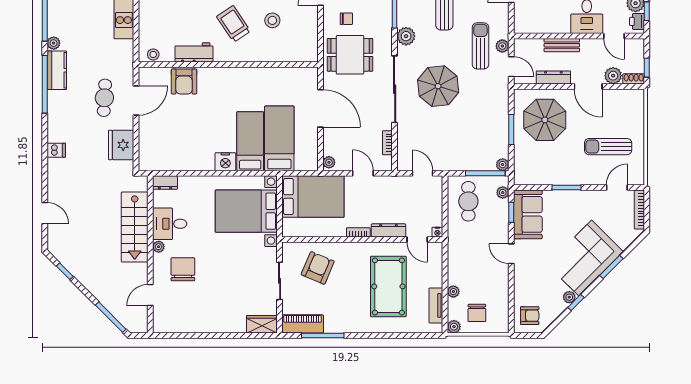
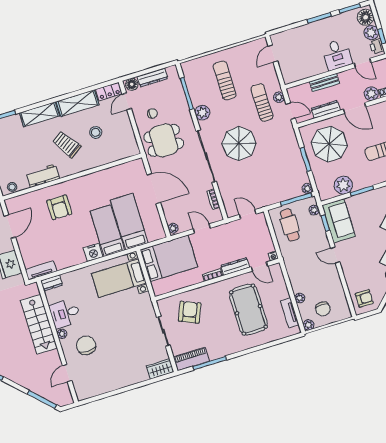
armchair: (184, 82) -> (59, 207), moved
tv unit: (157, 164) -> (41, 270), added
plant: (546, 174) -> (343, 185), added
bed with nightstands: (246, 211) -> (119, 278), width x0.73

